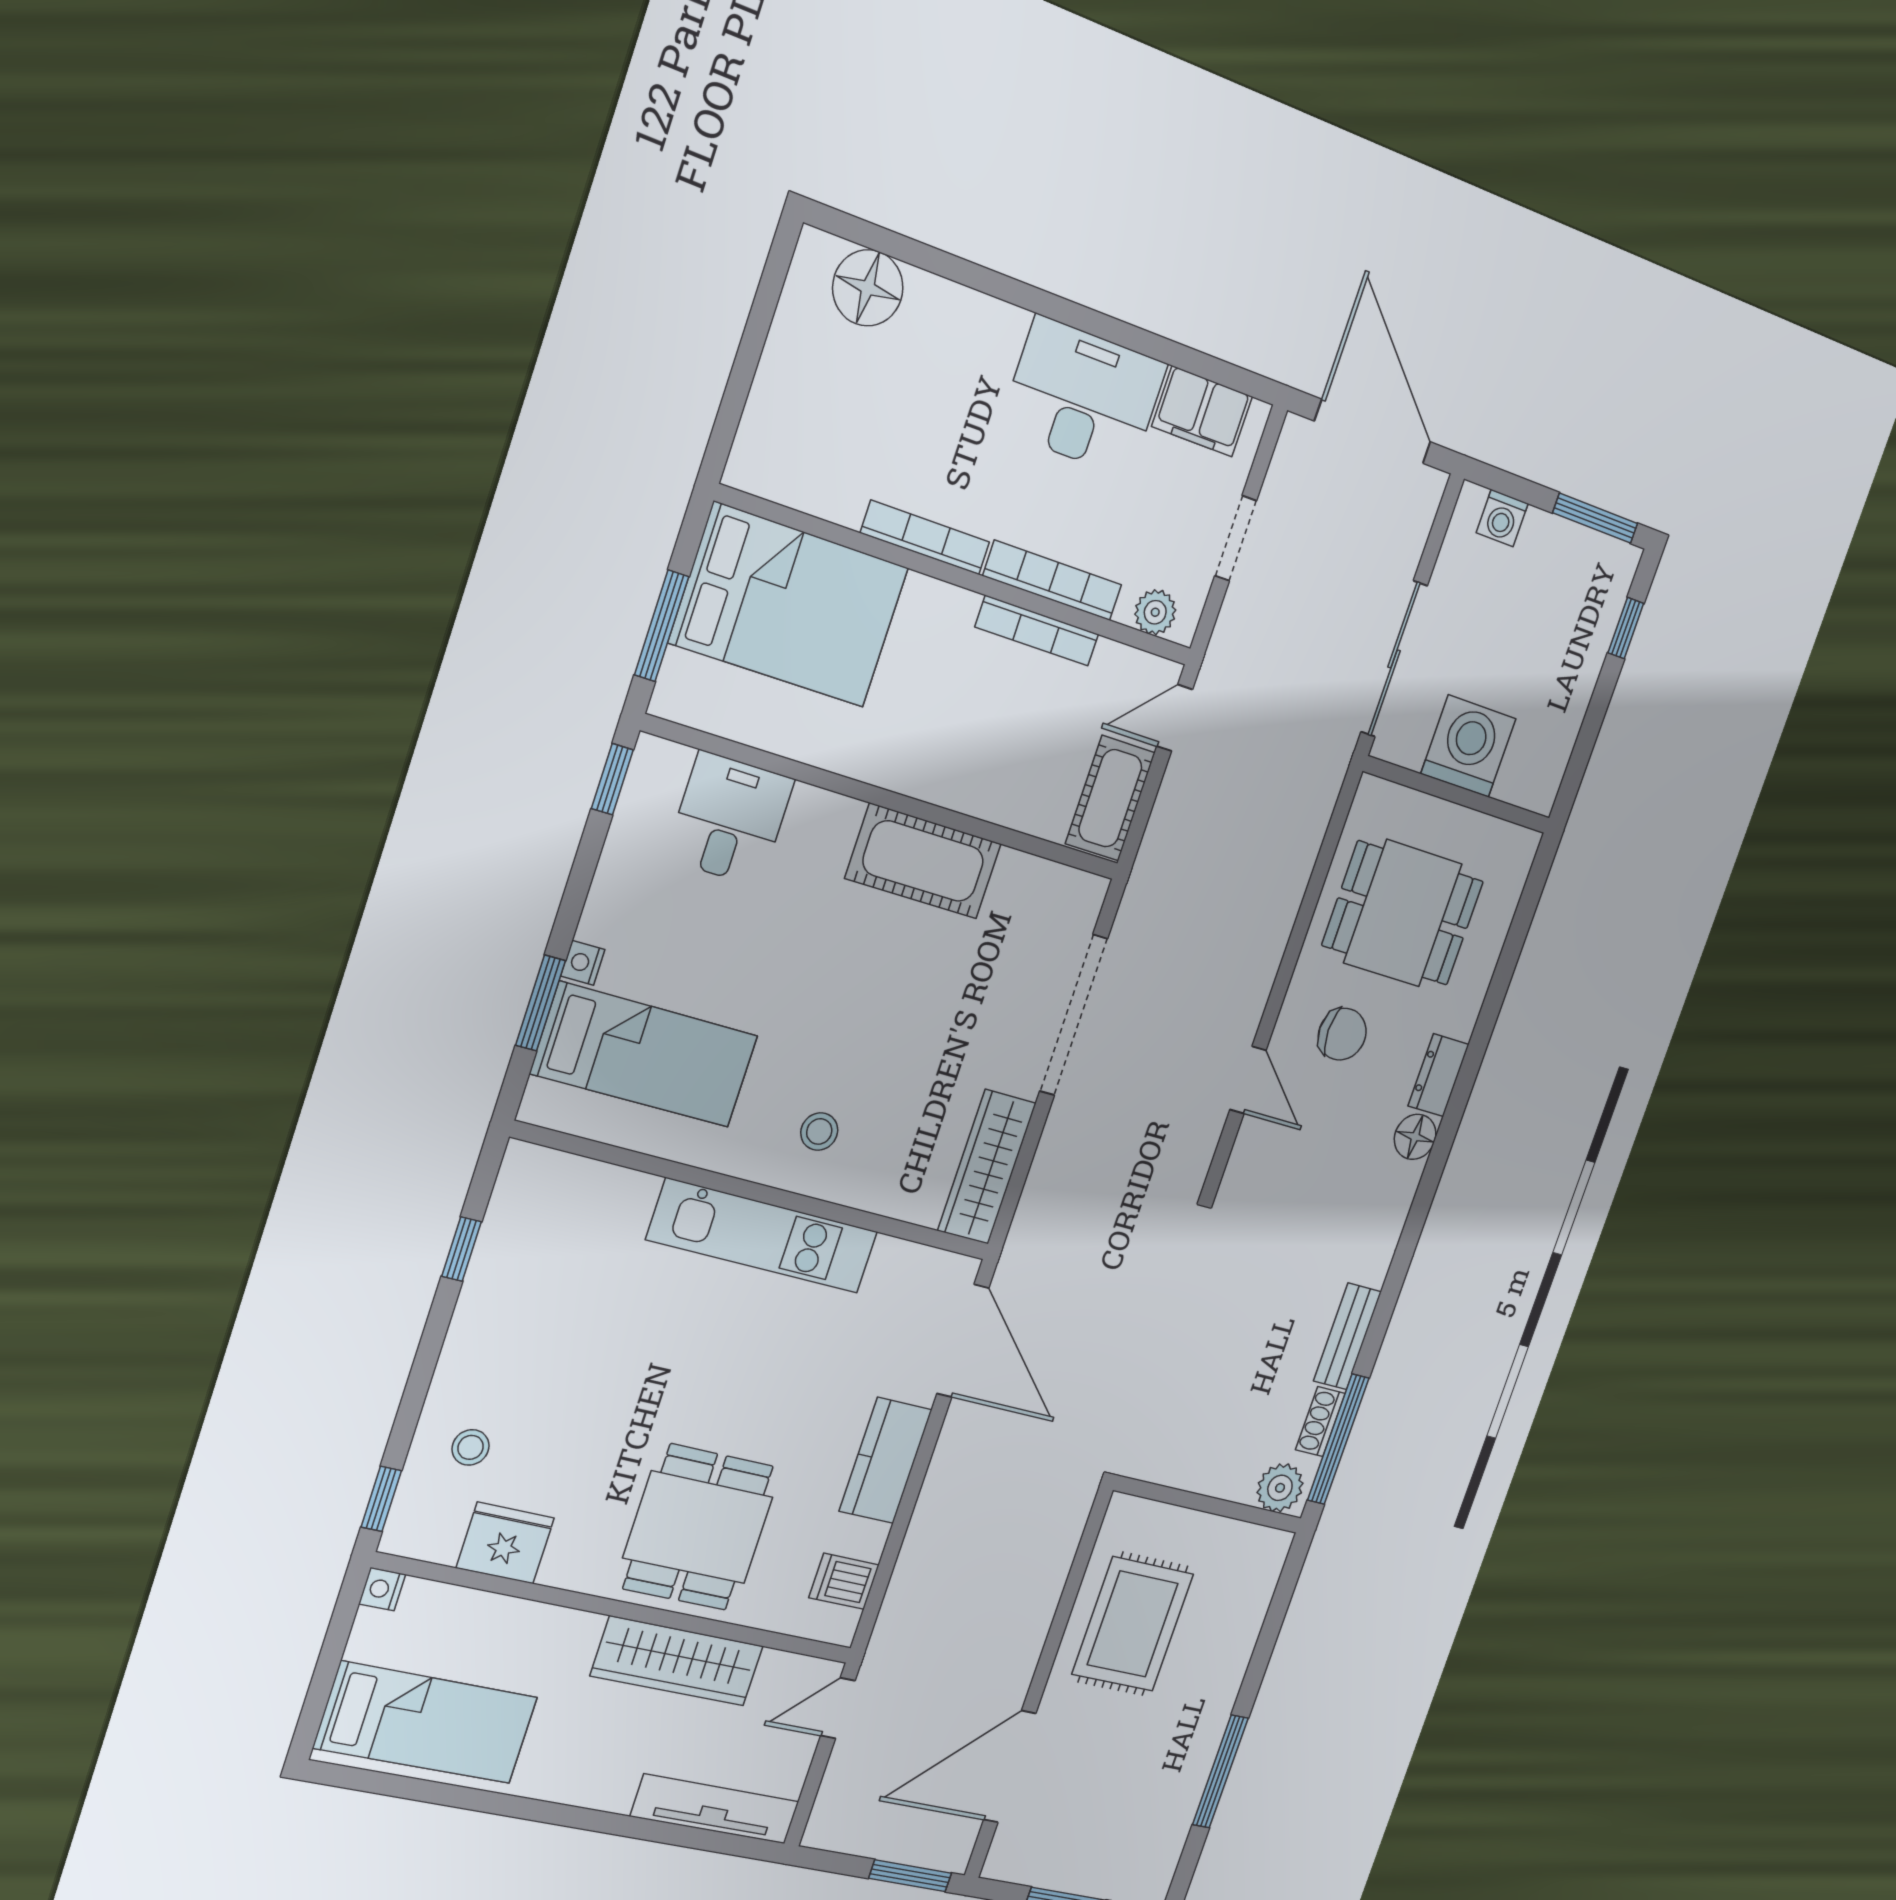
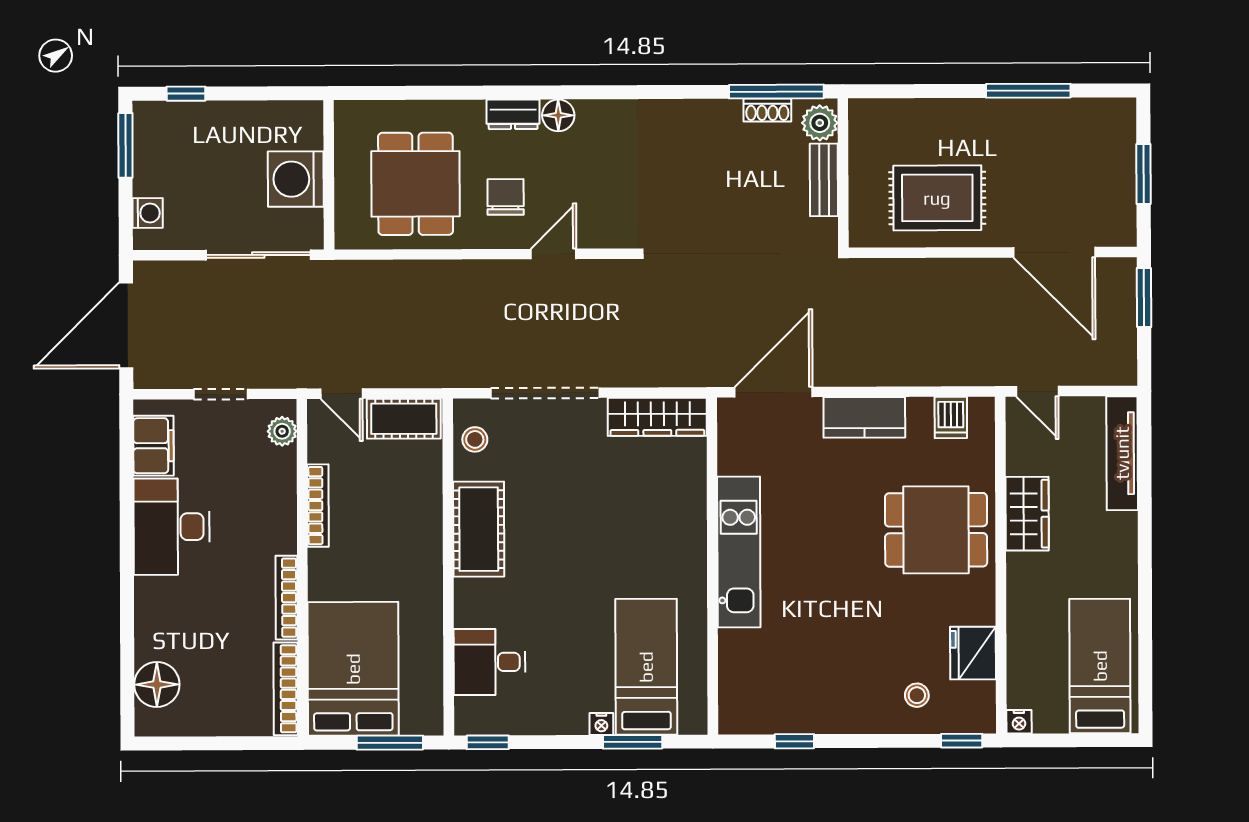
bookcase: (1052, 580) -> (286, 689), moved
stool: (819, 1131) -> (475, 439), moved
bench: (1347, 1336) -> (824, 180), moved, turned 90
wardrobe: (677, 1661) -> (1027, 514), width x0.67

